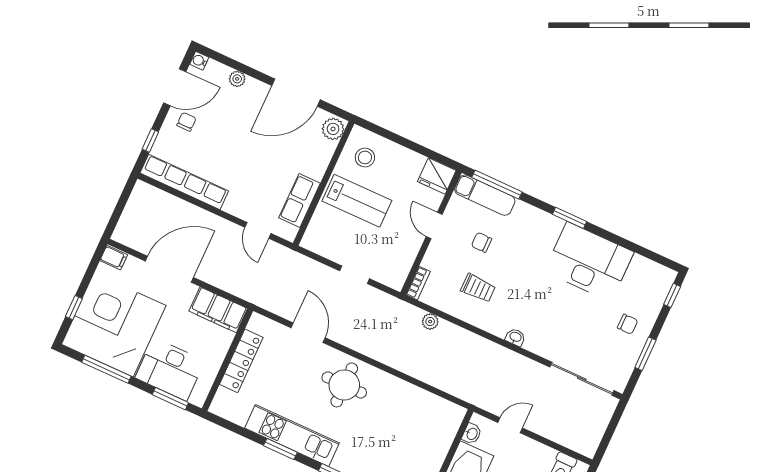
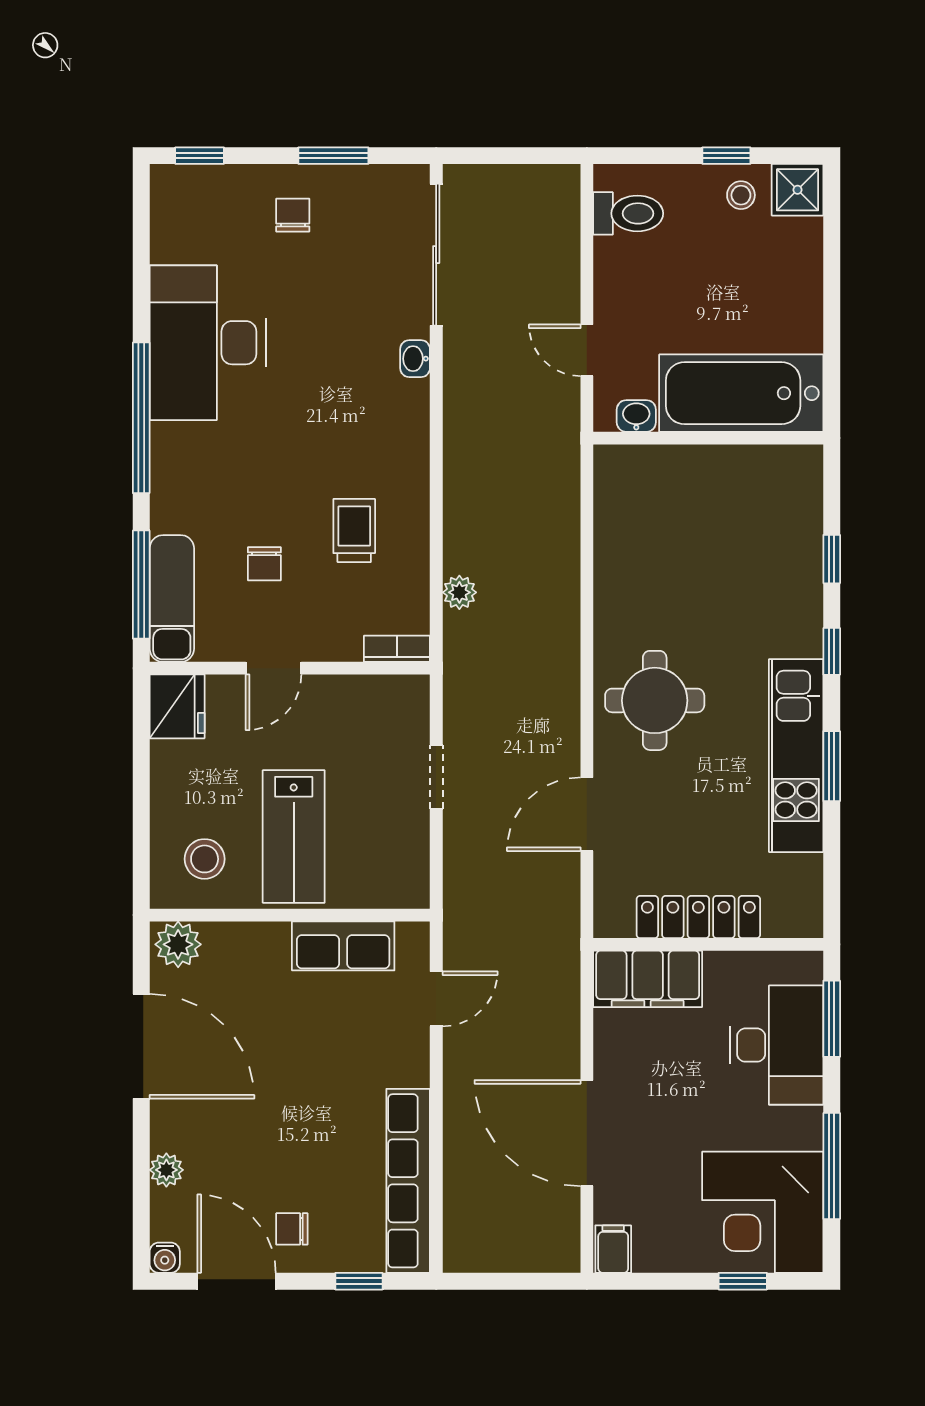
lab bench: (357, 201) -> (294, 837), turned 180
window: (570, 218) -> (141, 418), width x2.11
filing cabinet: (218, 310) -> (648, 979), moved, turned 90
corner desk: (114, 325) -> (763, 1212), width x0.74, depth x0.74
washbasin: (515, 337) -> (415, 359), moved

